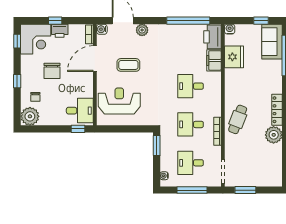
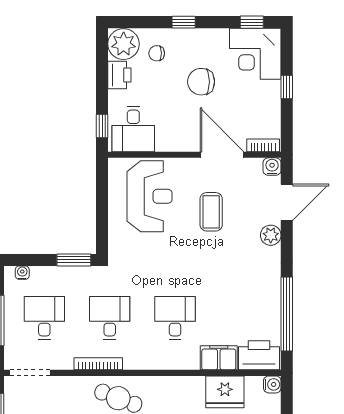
printer: (60, 31) -> (119, 75), moved, turned 180

